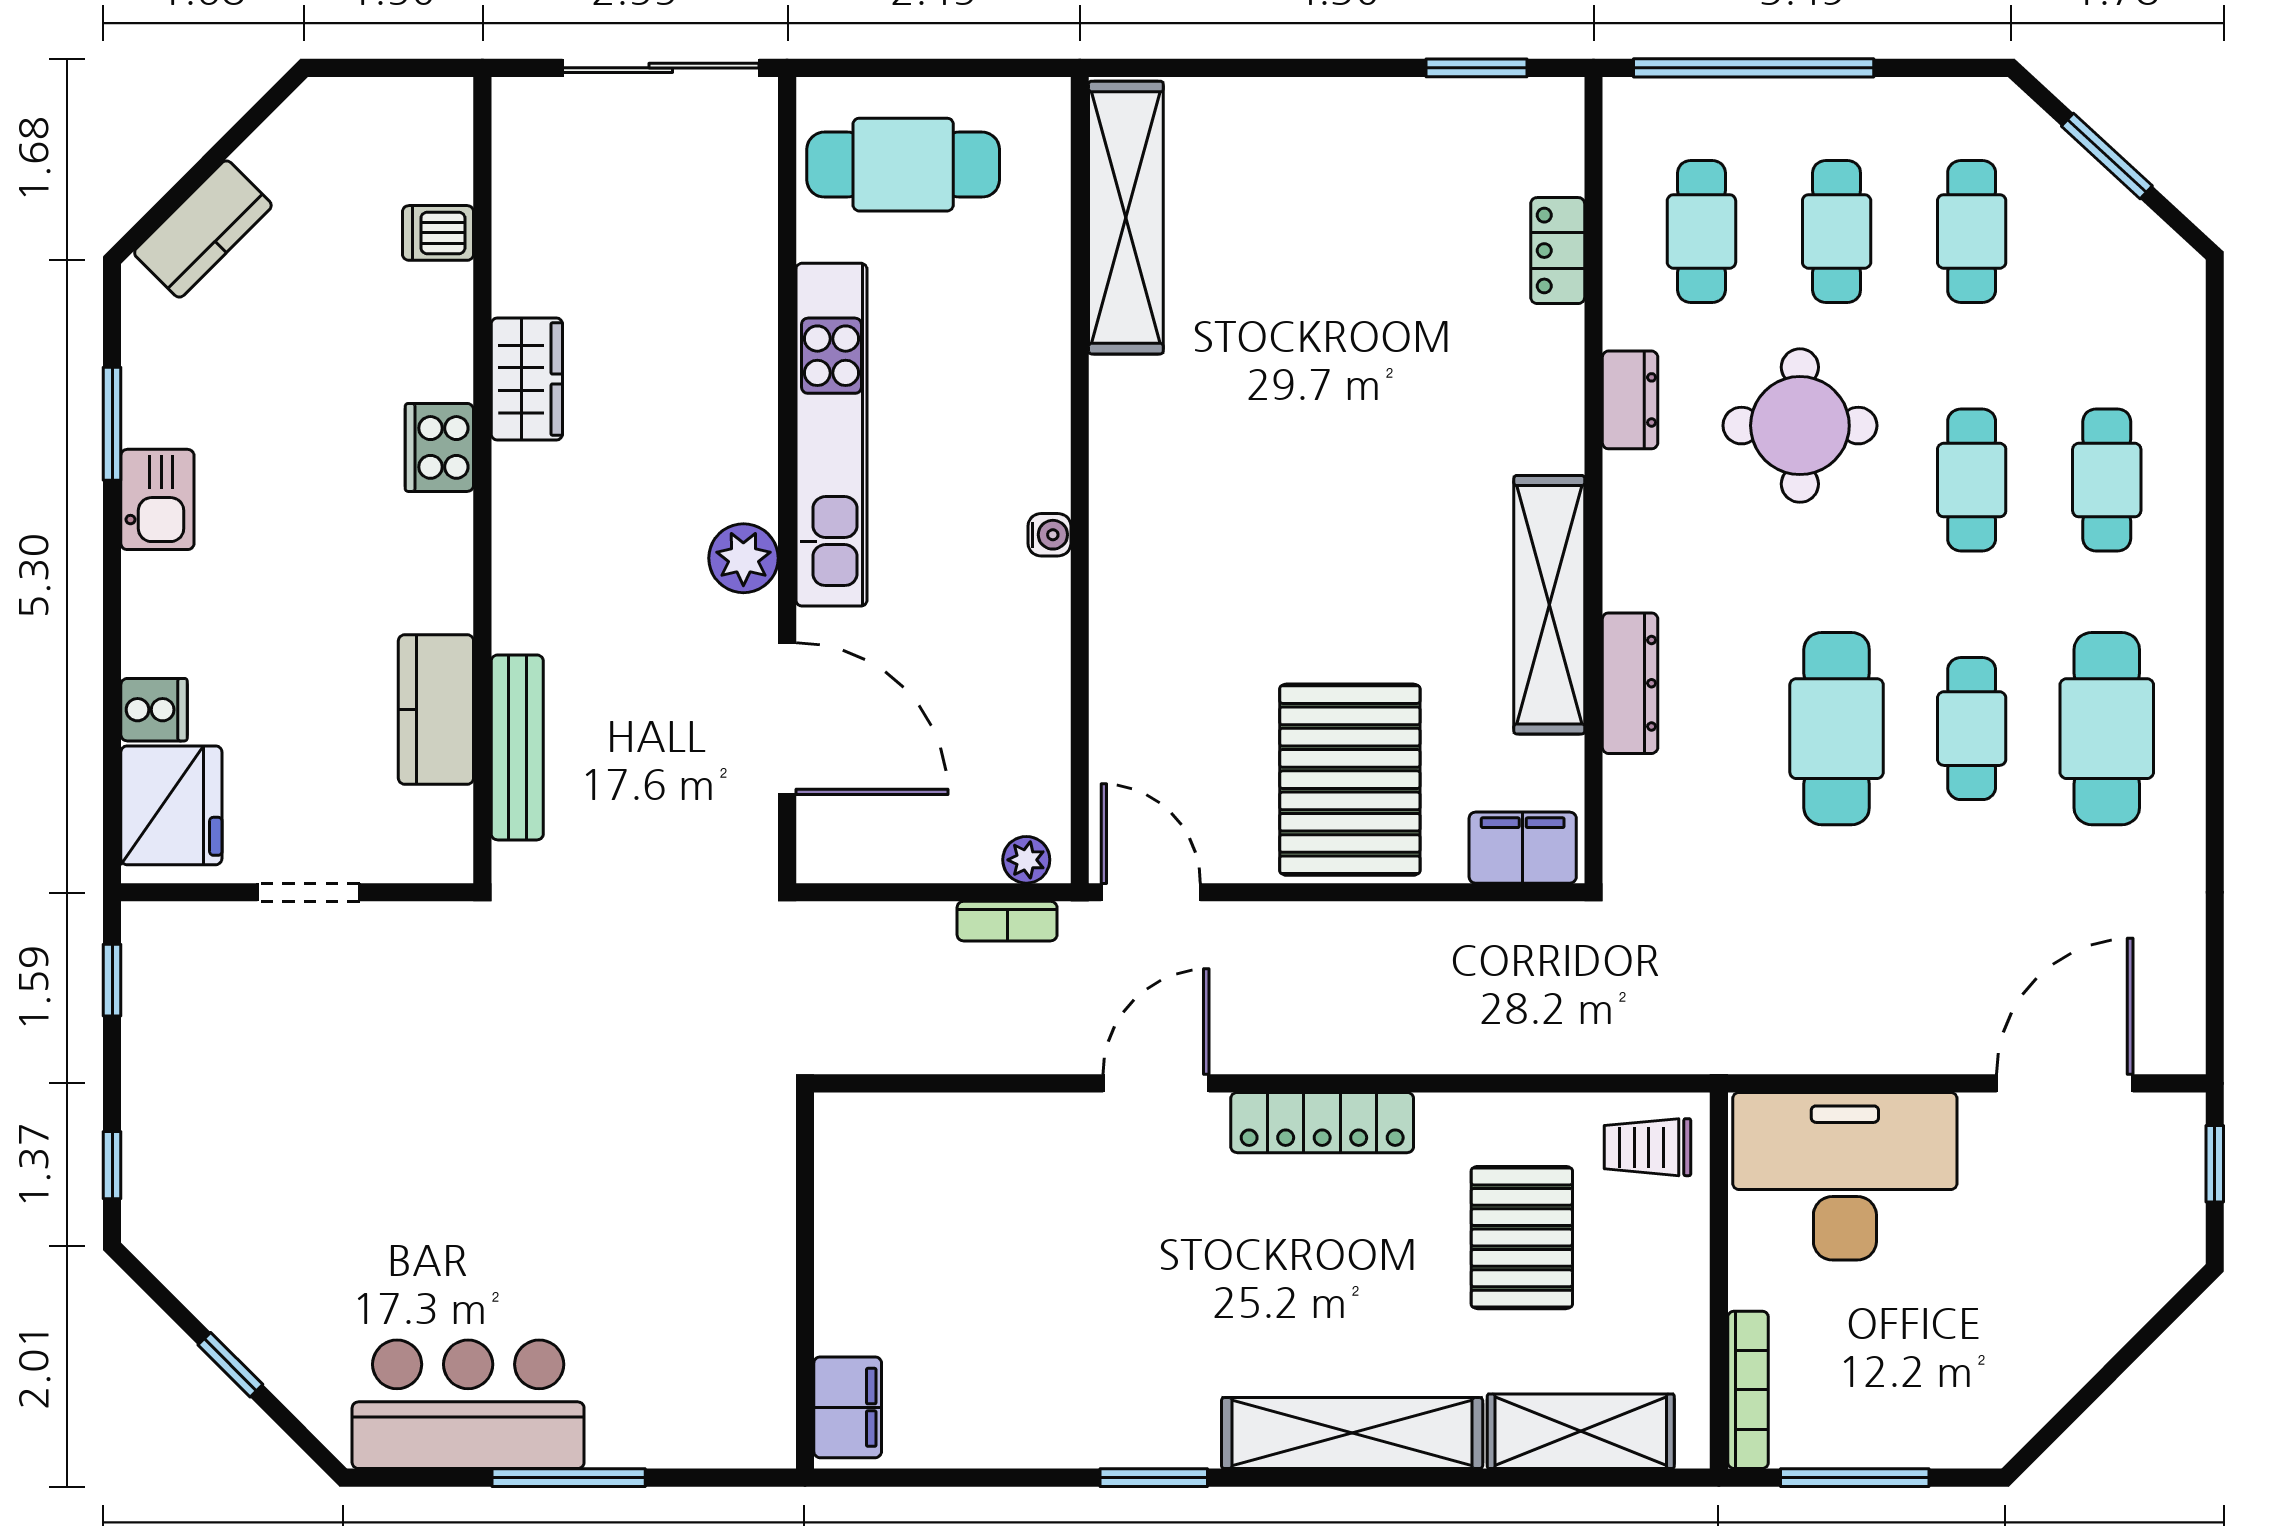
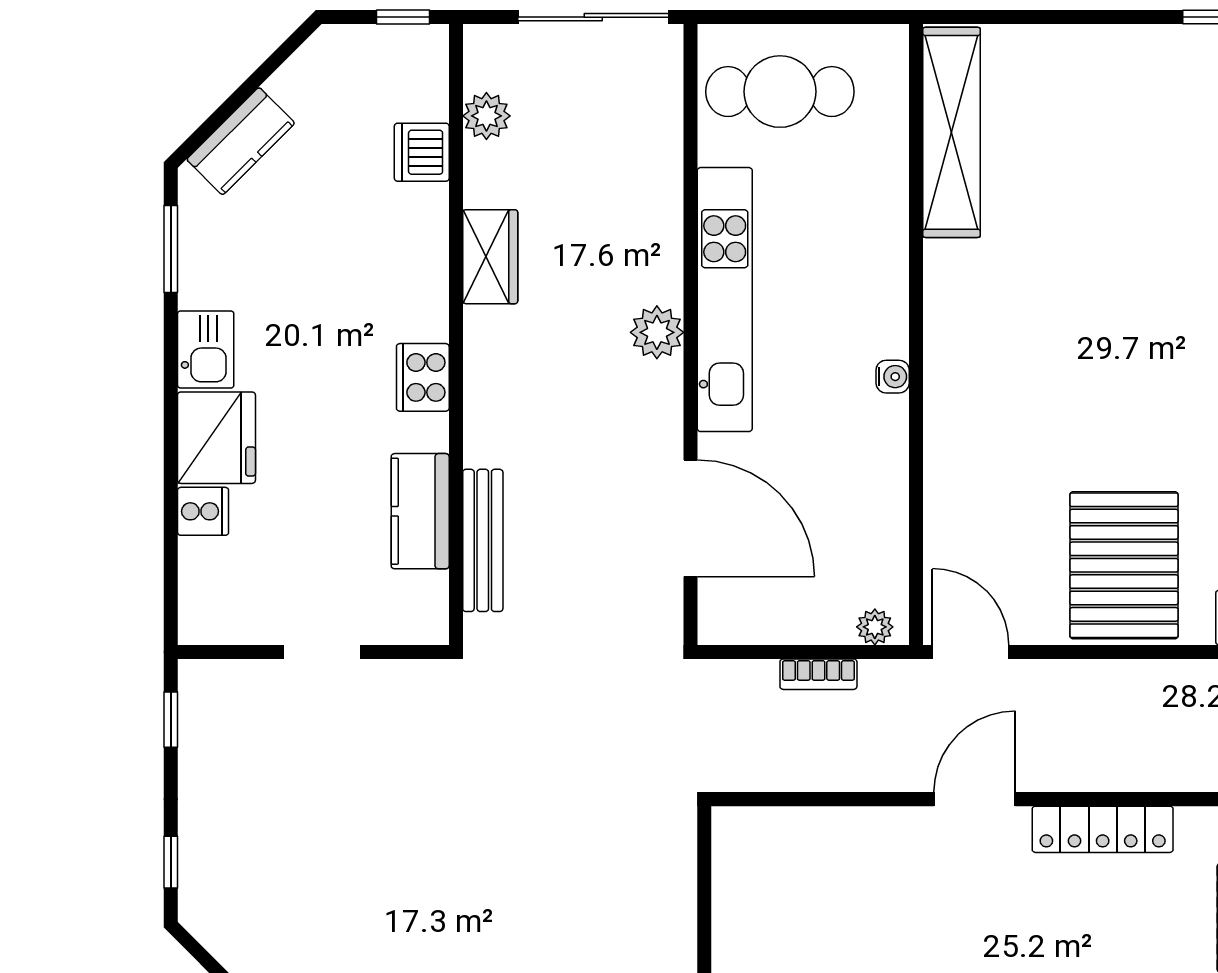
window: (414, 68) -> (403, 17), added
plant: (522, 196) -> (486, 116), added
dishwasher: (438, 233) -> (422, 152), width x1.38
window: (112, 424) -> (171, 249), moved
cooker: (439, 447) -> (423, 377), moved
plant: (743, 558) -> (657, 332), moved
fridge: (171, 805) -> (216, 438), moved
bookcase: (1007, 921) -> (818, 674), moved

